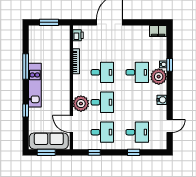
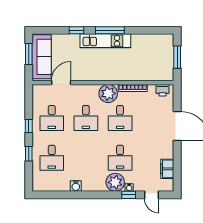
filing cabinet: (158, 31) -> (167, 169), moved
window: (26, 67) -> (110, 30), moved
water cooler: (162, 100) -> (76, 186), moved
plant: (81, 104) -> (108, 93), moved
door: (170, 126) -> (151, 195), moved
window: (94, 152) -> (29, 126), moved

